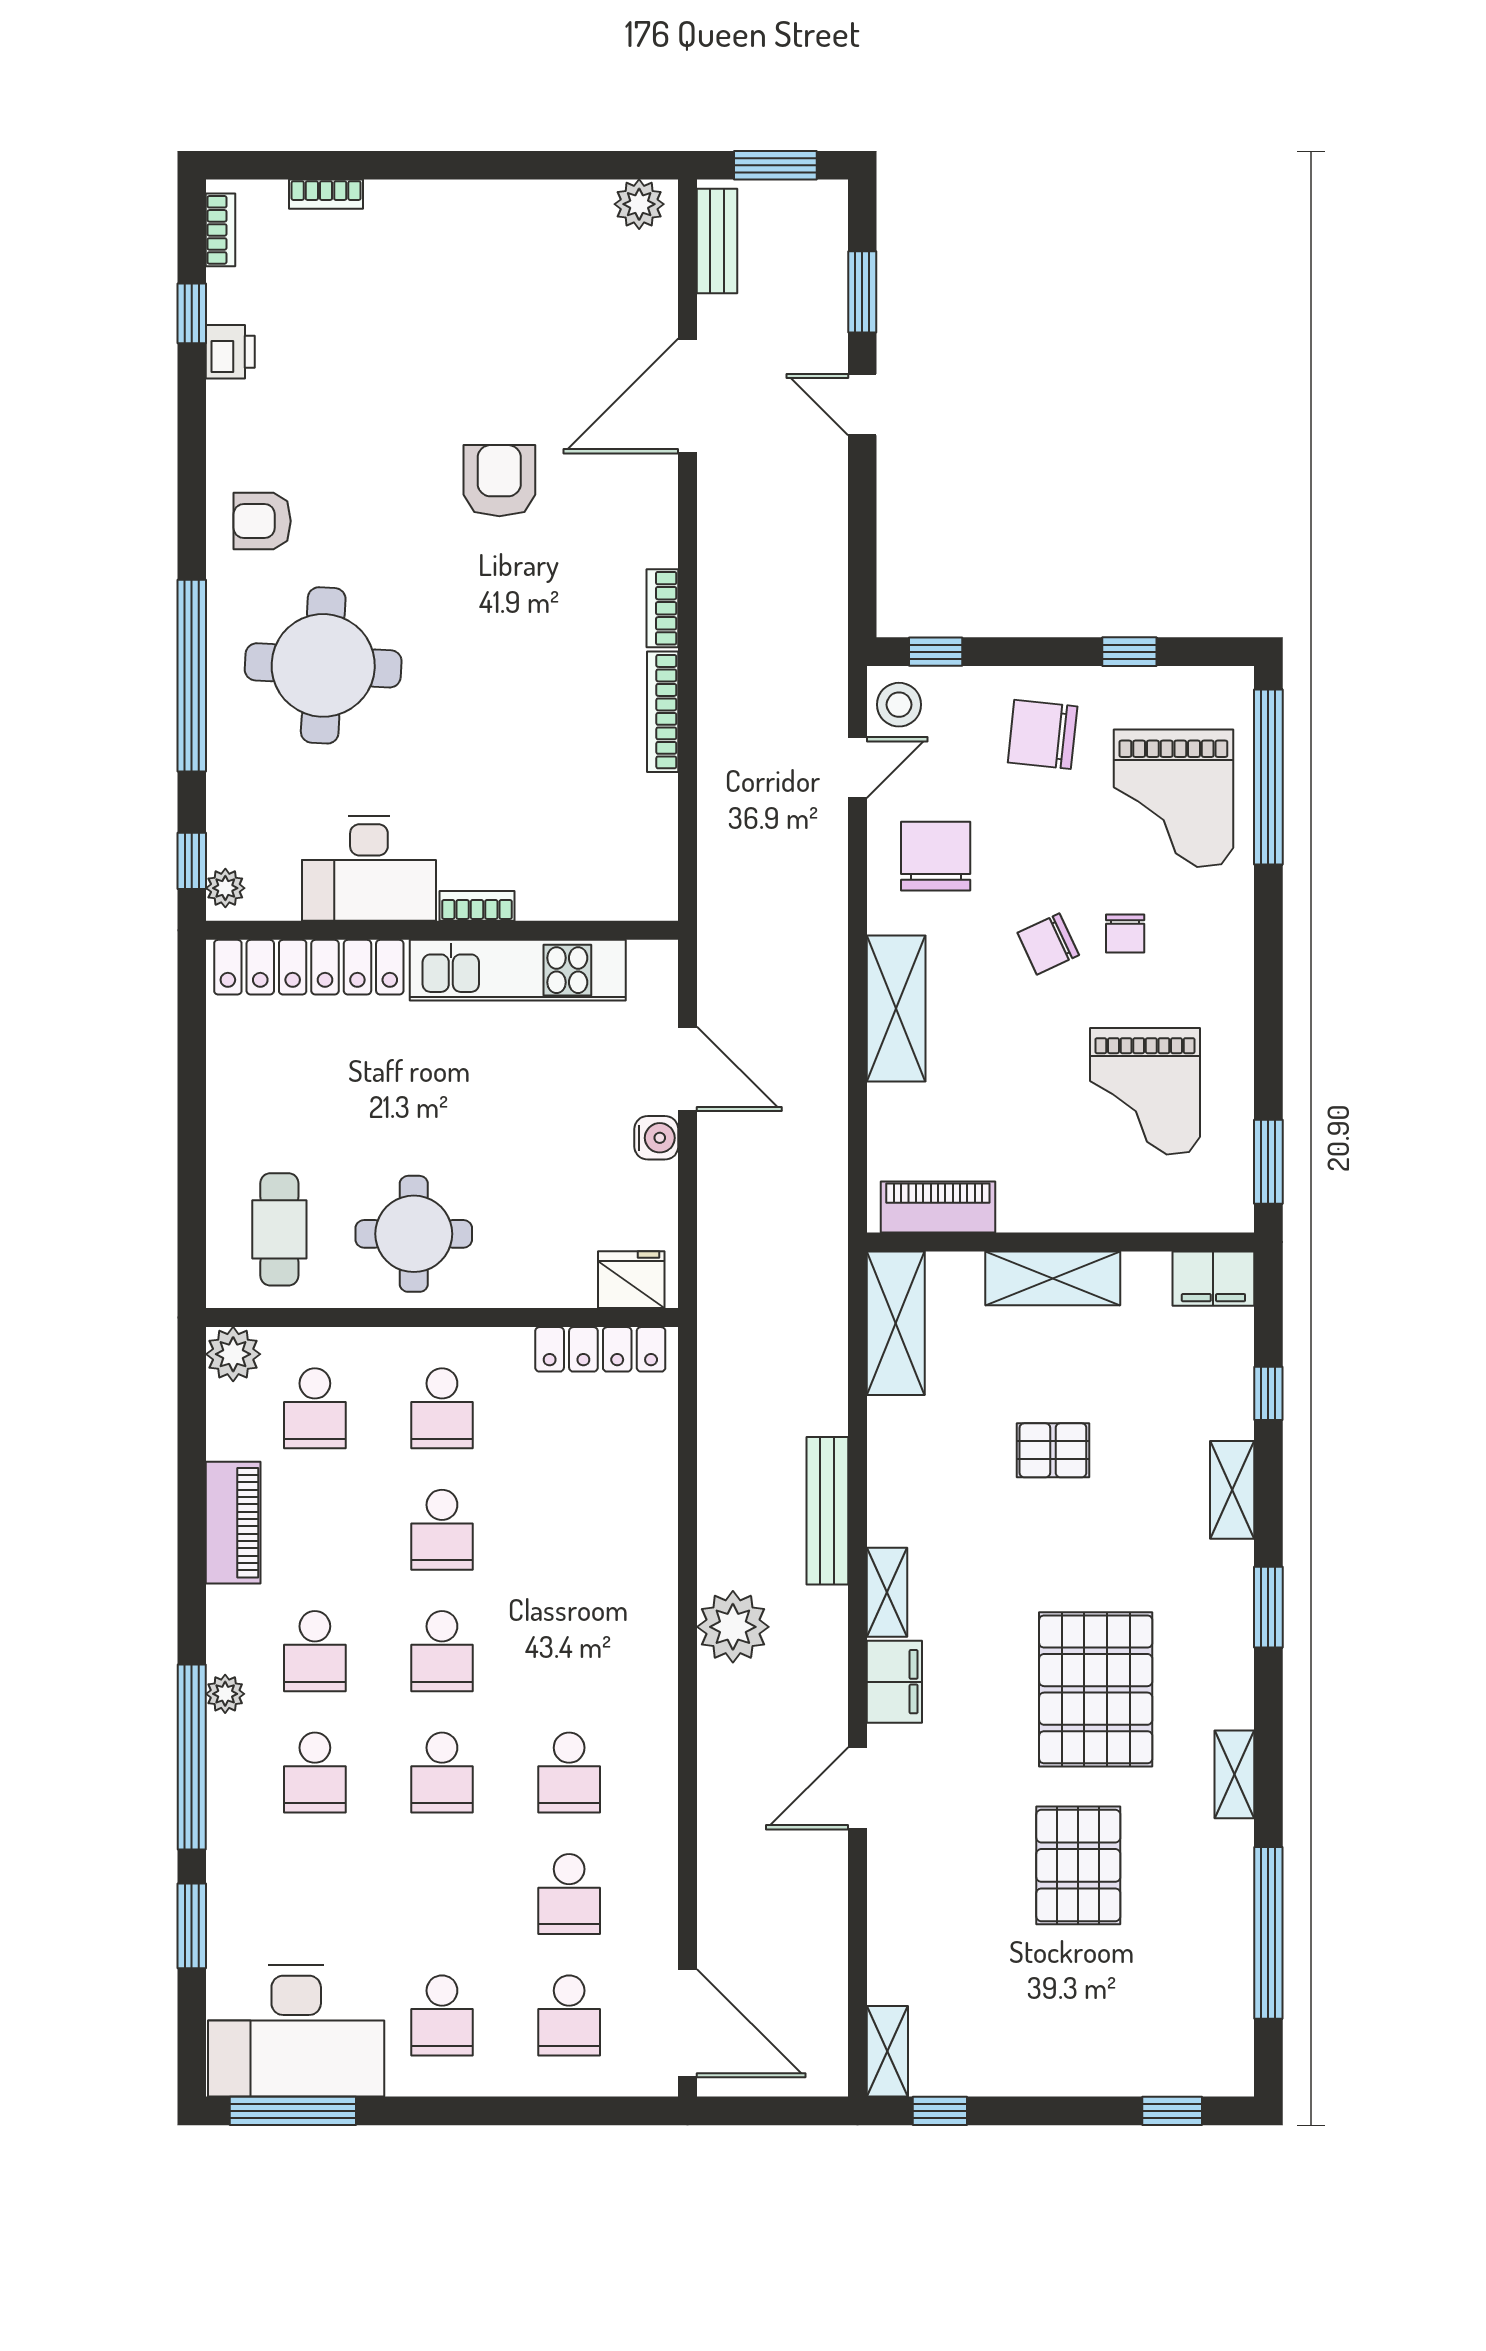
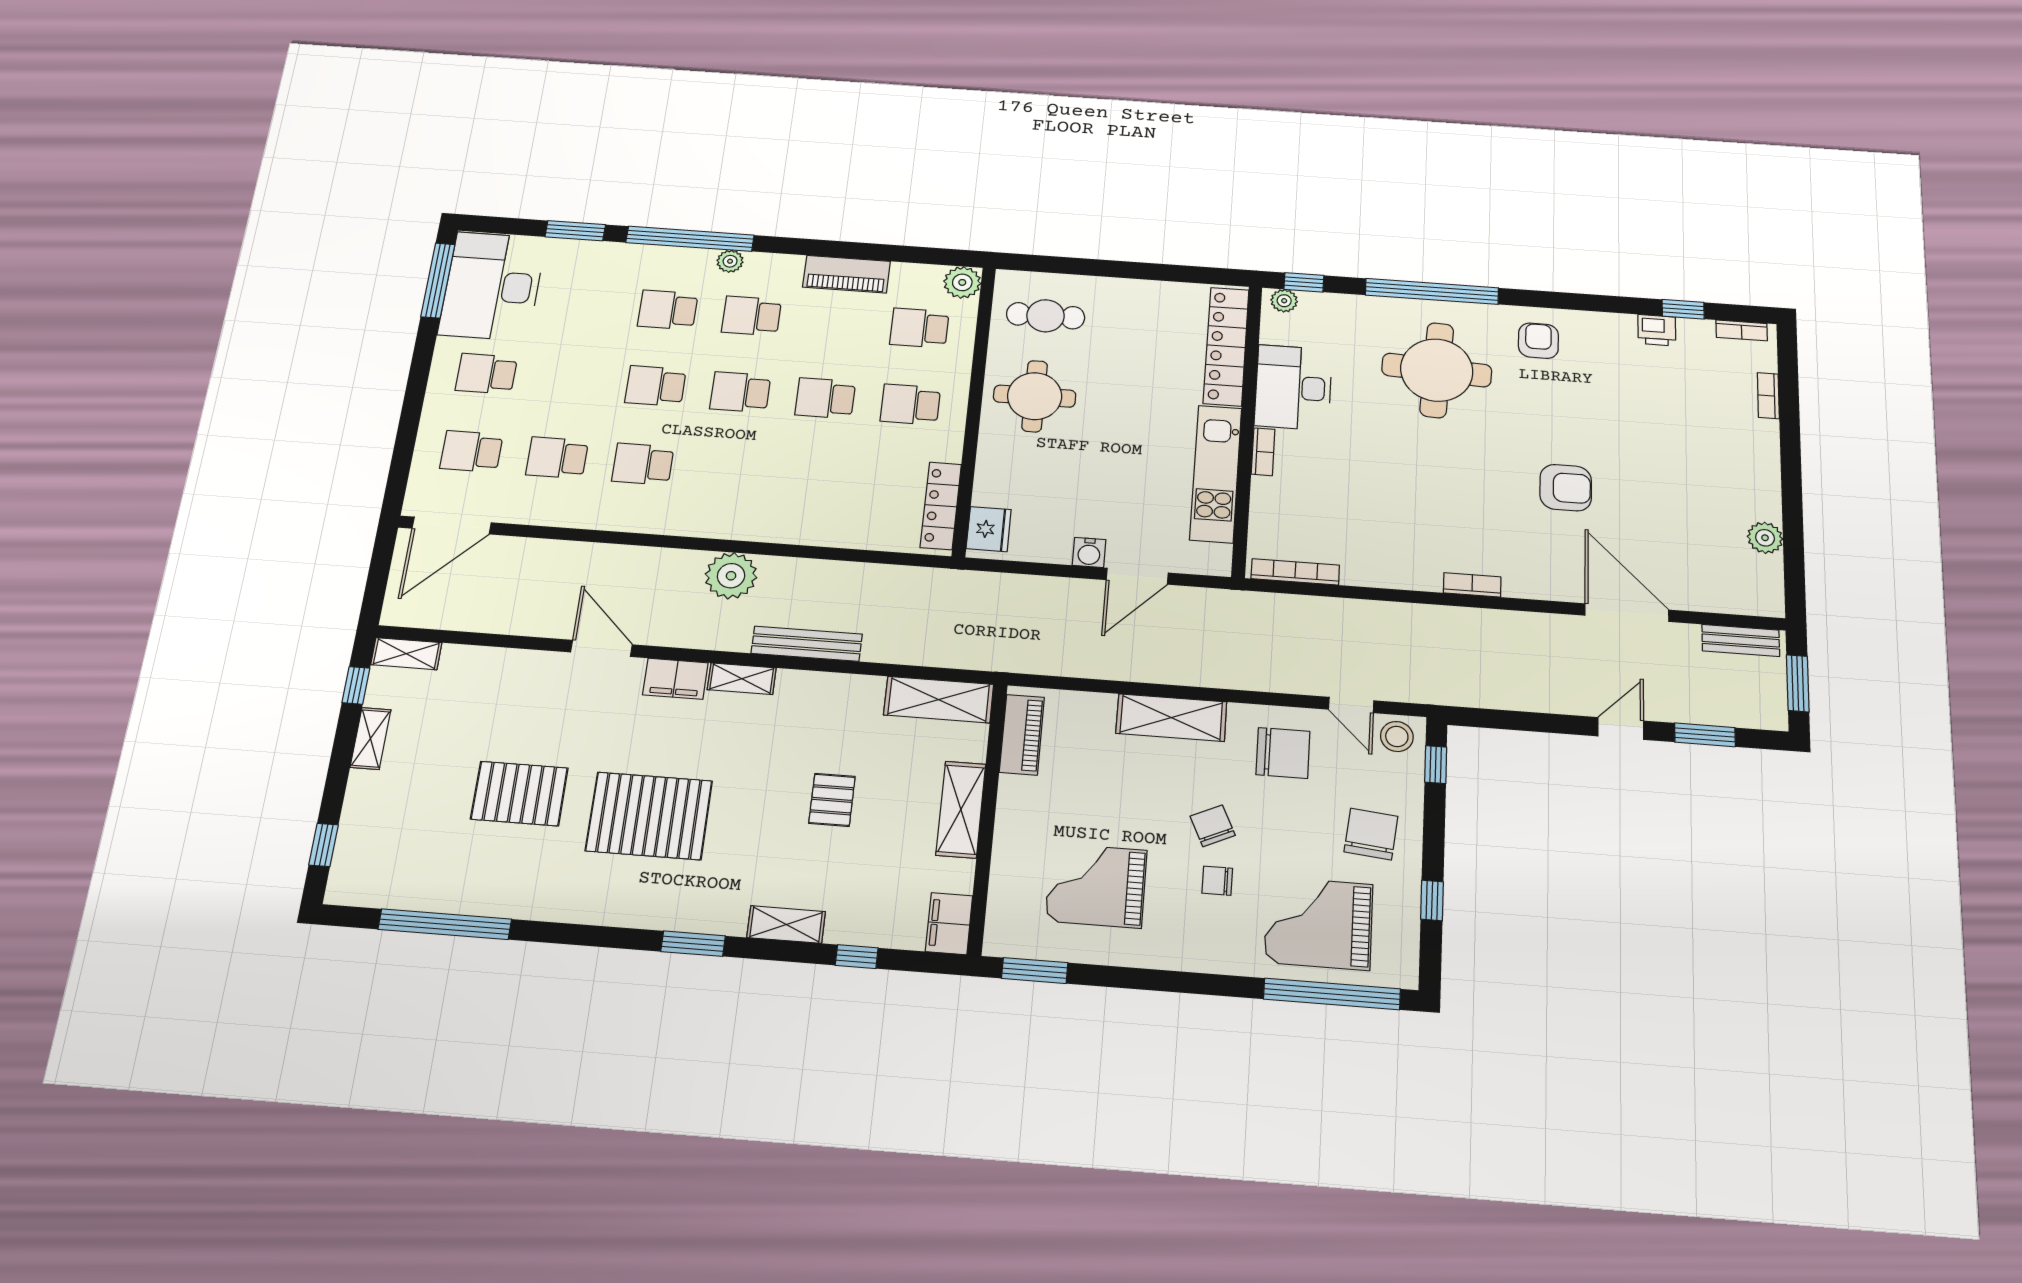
plant: (639, 204) -> (1765, 538), moved
bookcase: (663, 712) -> (1295, 572), moved
shelving: (1234, 1774) -> (371, 738), moved, turned 90

